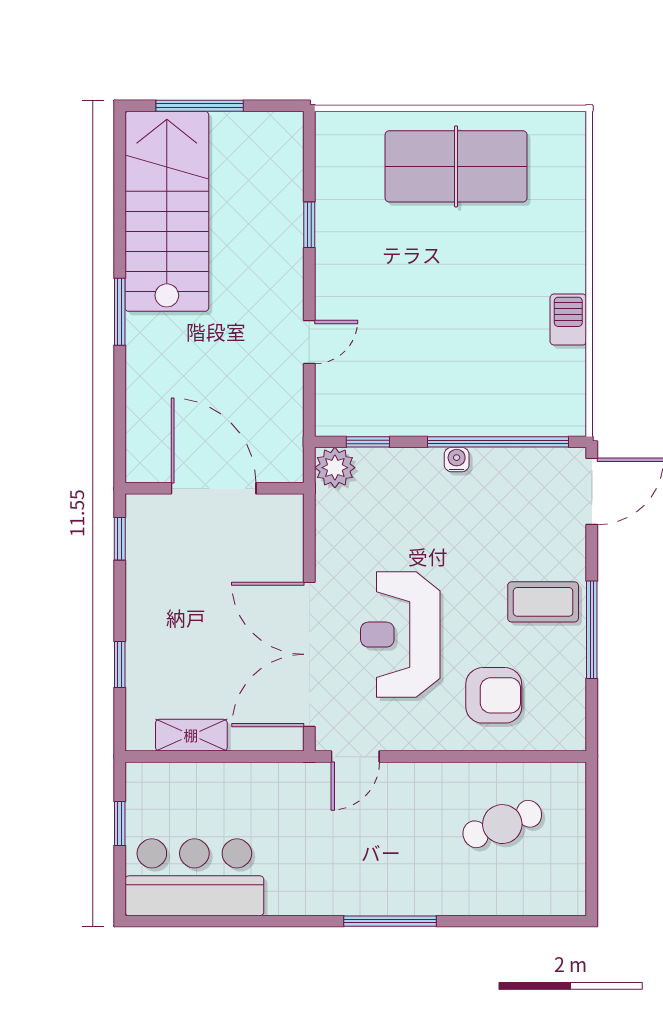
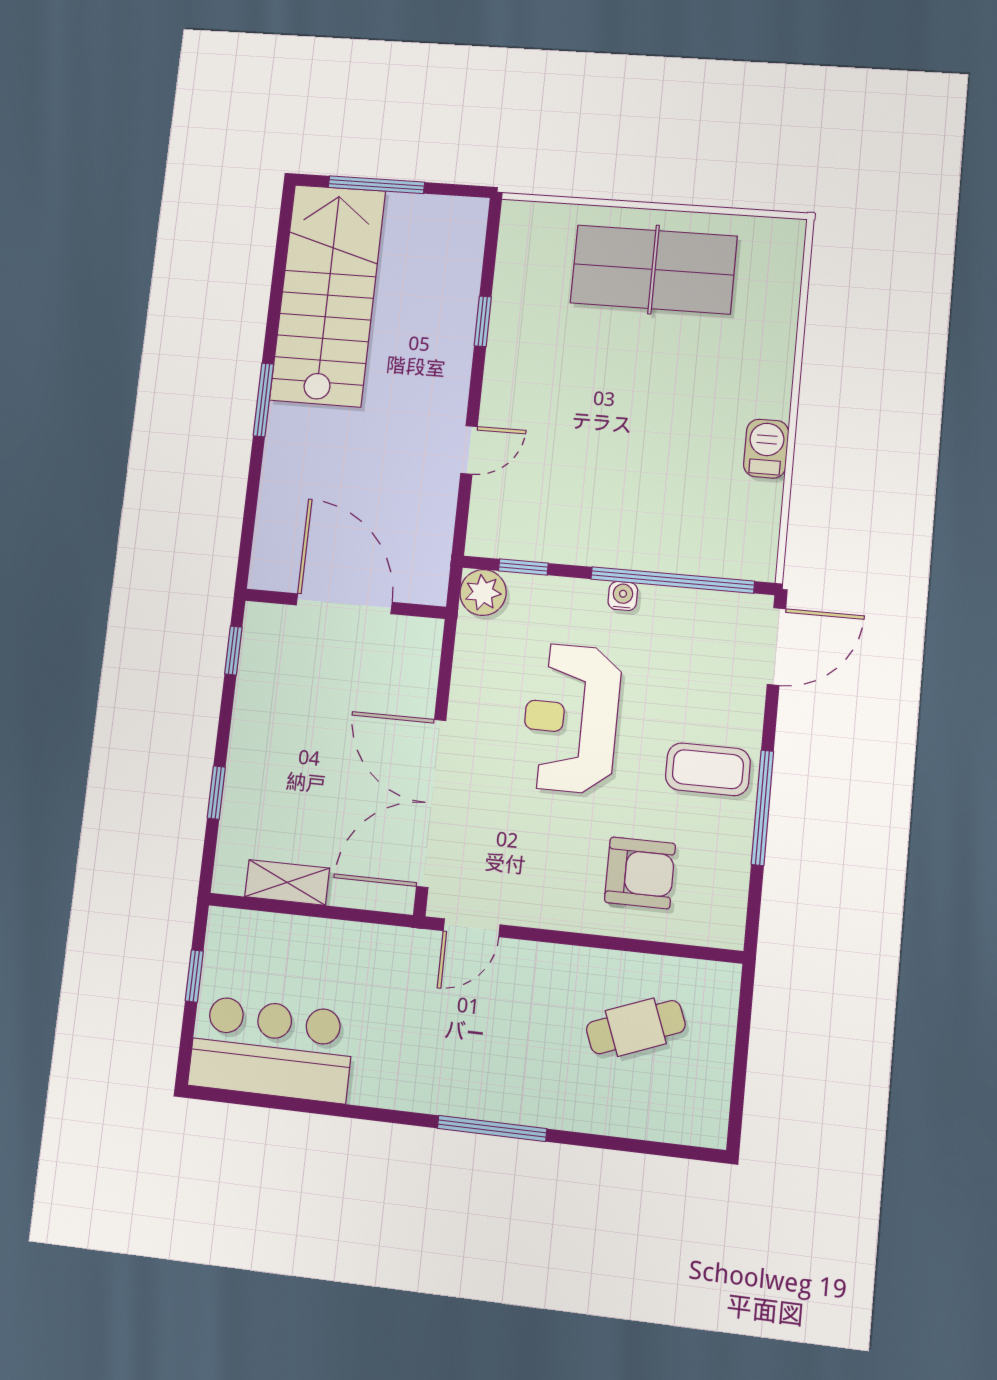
reception desk: (400, 635) -> (571, 718), moved

